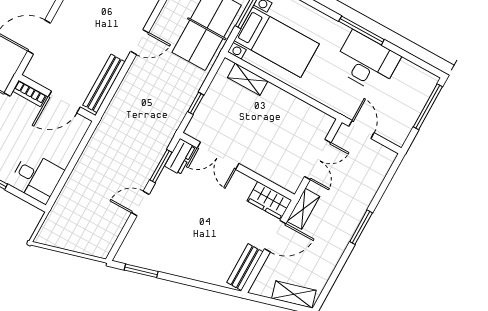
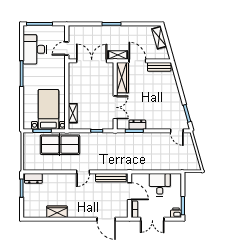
door: (140, 42) -> (83, 172), swing flipped
desk: (366, 62) -> (35, 49), moved
dresser: (180, 157) -> (137, 125), moved
double door: (318, 160) -> (92, 61), width x1.37
desk: (37, 177) -> (160, 185), moved
wardrobe: (269, 200) -> (123, 78), width x1.50
door: (140, 204) -> (177, 131), moved

